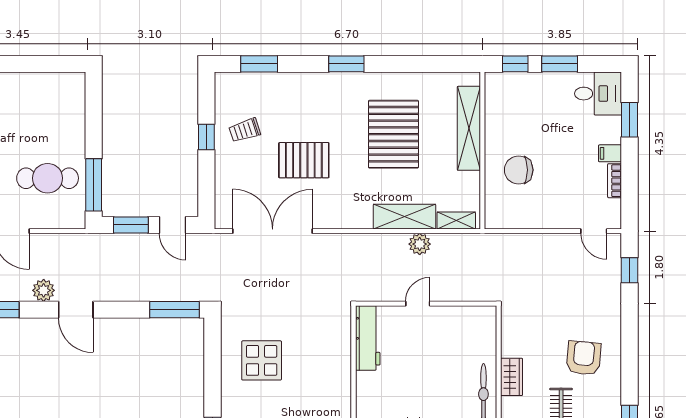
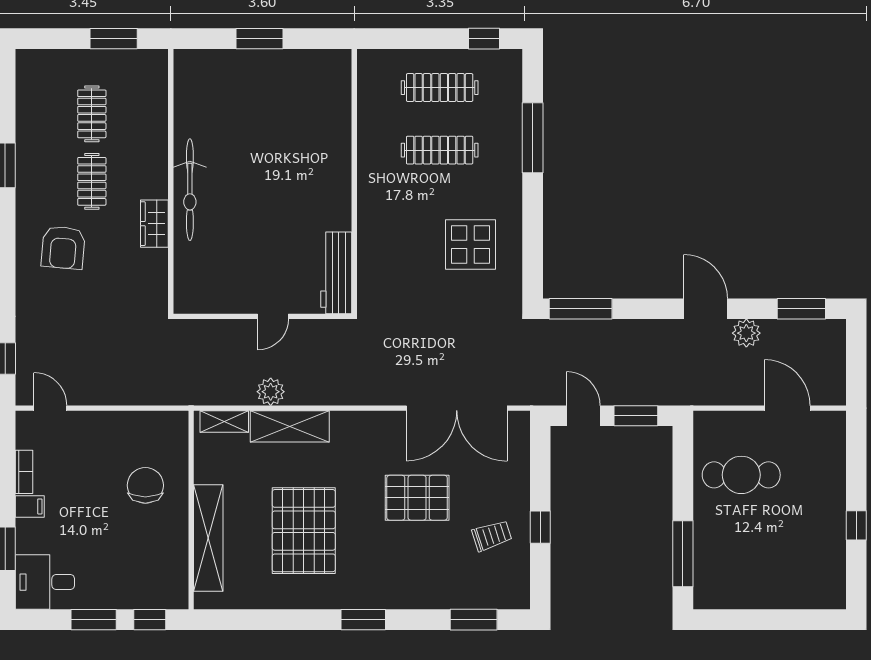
chair: (519, 170) -> (145, 485), turned -90
window: (94, 185) -> (683, 554), moved

